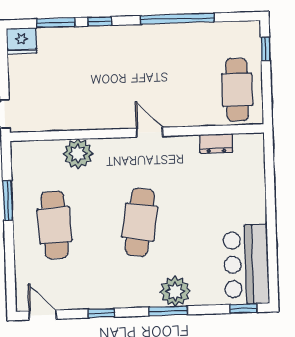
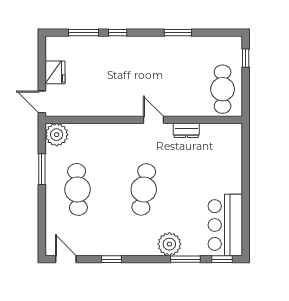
window: (177, 19) -> (178, 33), width x0.47
fridge: (22, 41) -> (55, 72), moved, turned -90
dresser: (216, 144) -> (186, 130), moved
plant: (78, 154) -> (57, 135), moved
window: (168, 311) -> (185, 259), moved

